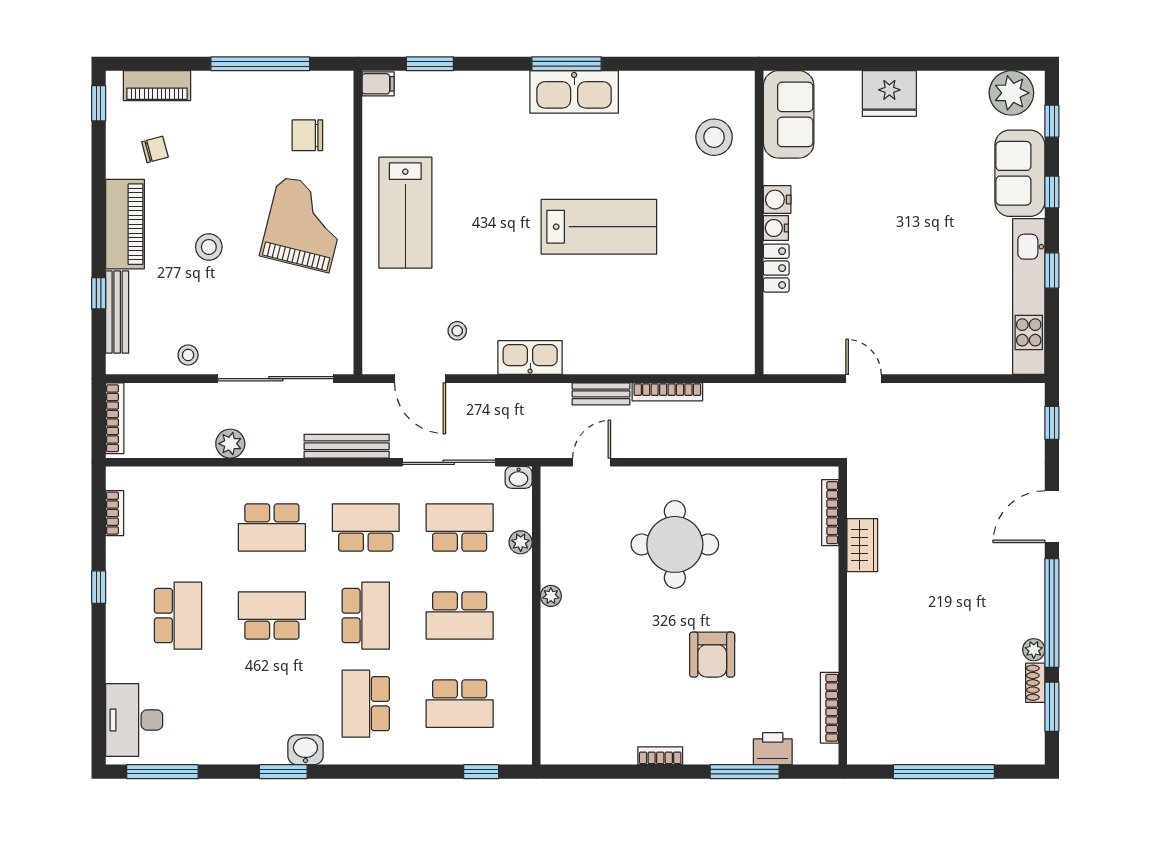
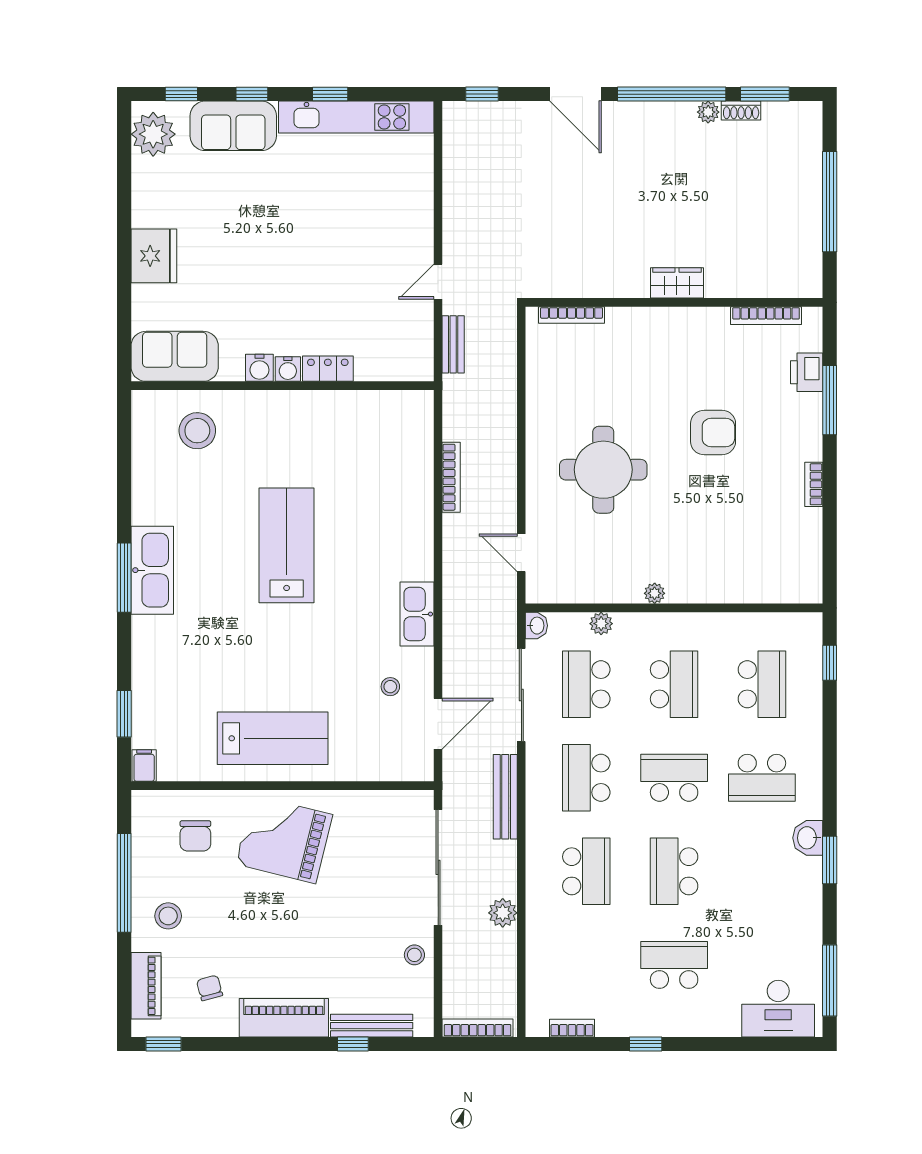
stool: (209, 247) -> (168, 916), moved
bench: (601, 394) -> (453, 344), moved
wardrobe: (862, 545) -> (677, 283), moved

